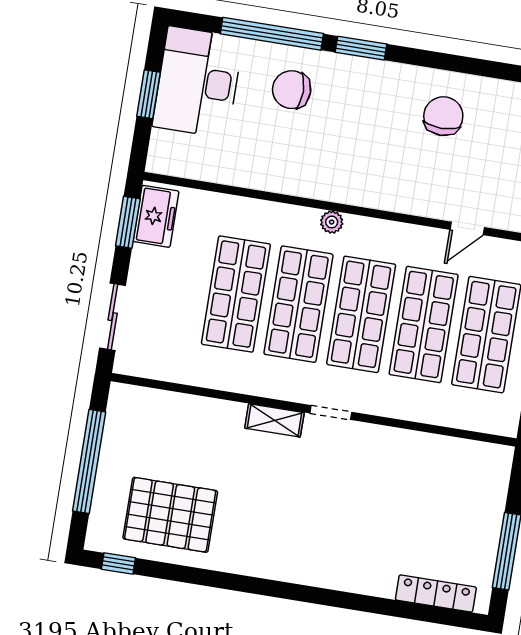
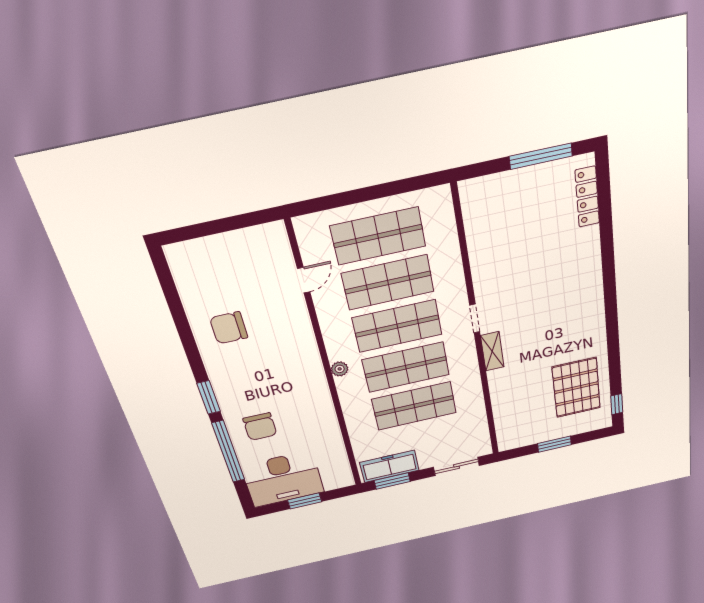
freezer: (156, 216) -> (389, 466), width x1.40
door: (467, 228) -> (304, 280), hinge flipped
window: (89, 461) -> (554, 444), width x0.47

